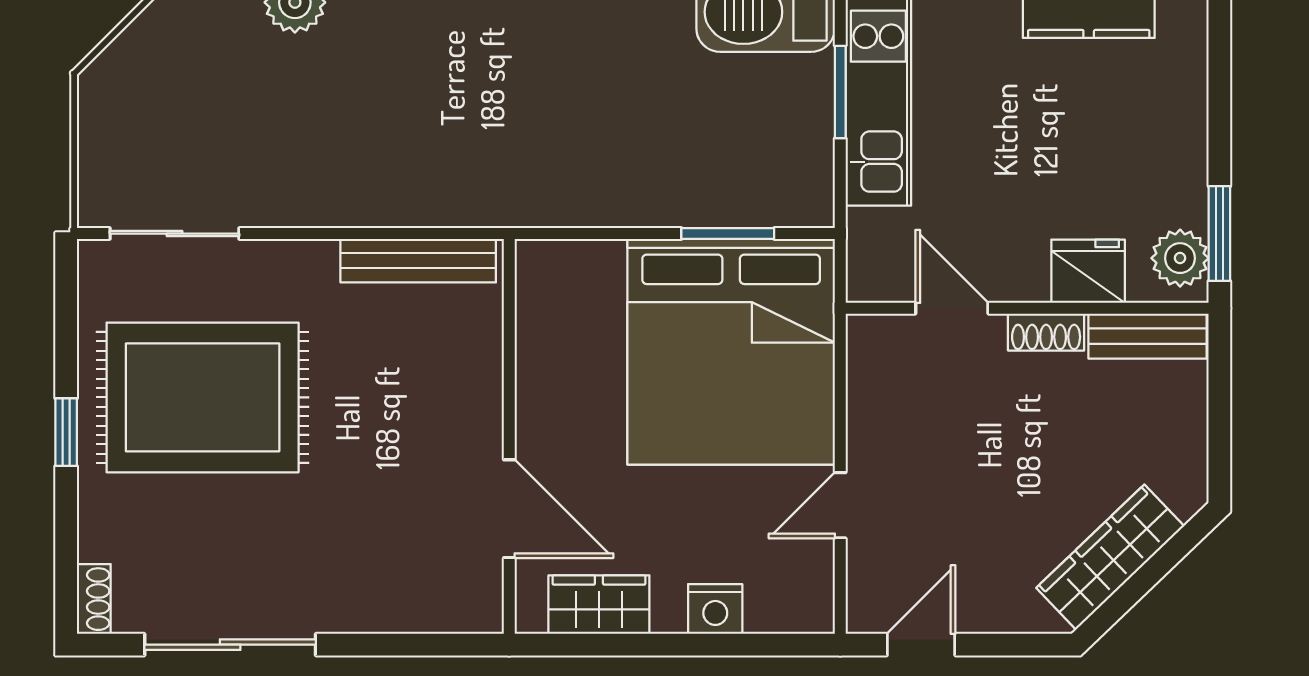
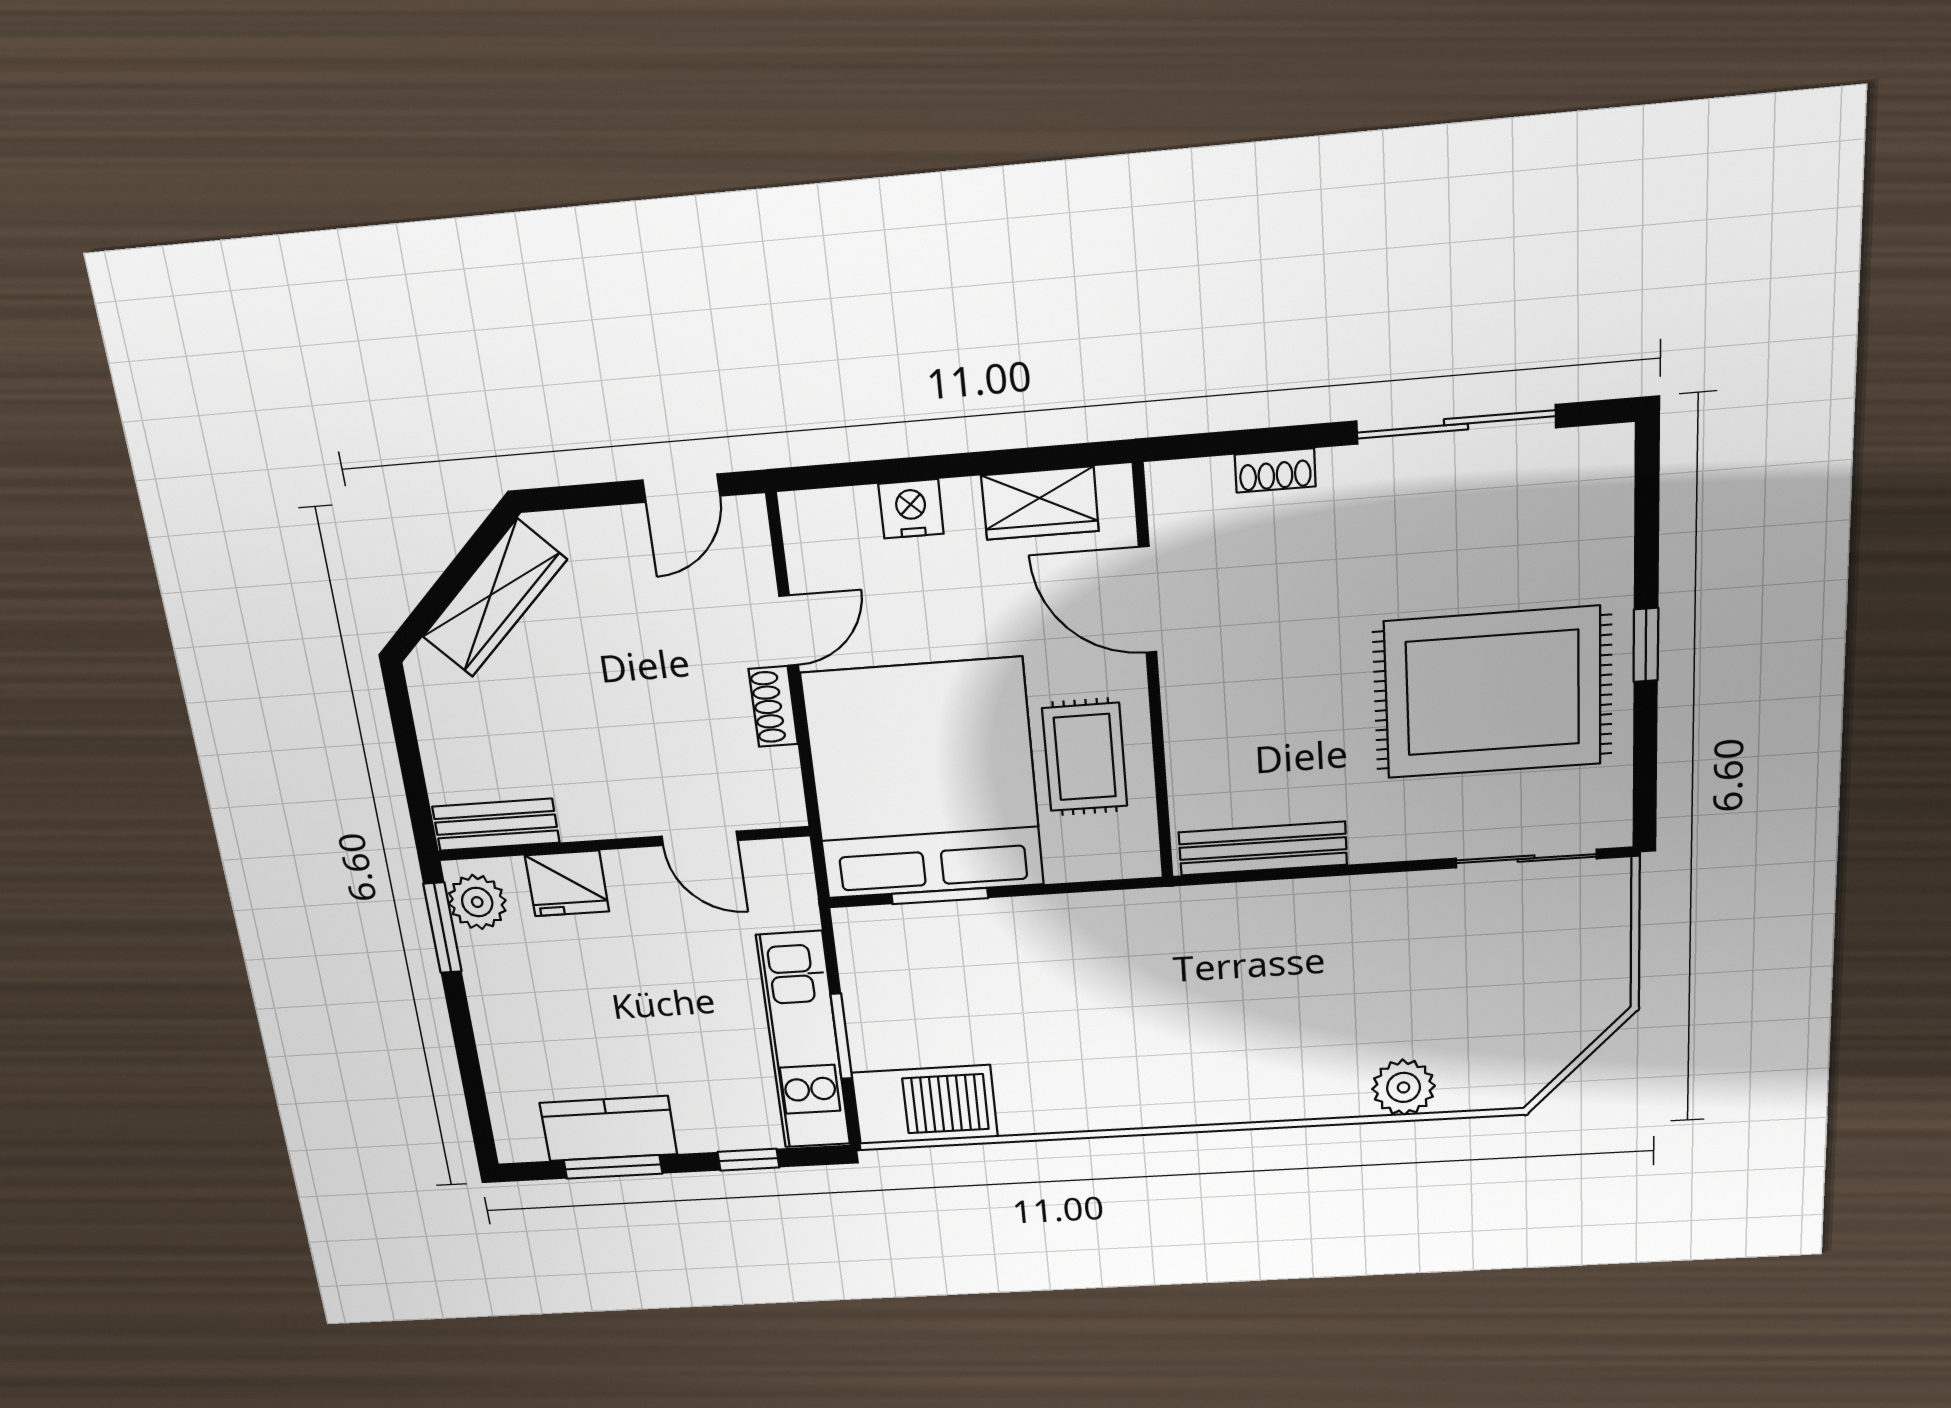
shoe rack: (1046, 332) -> (773, 707), moved, turned -90
rug: (578, 363) -> (1085, 757), added
shoe rack: (94, 599) -> (1275, 470), moved, turned -90

